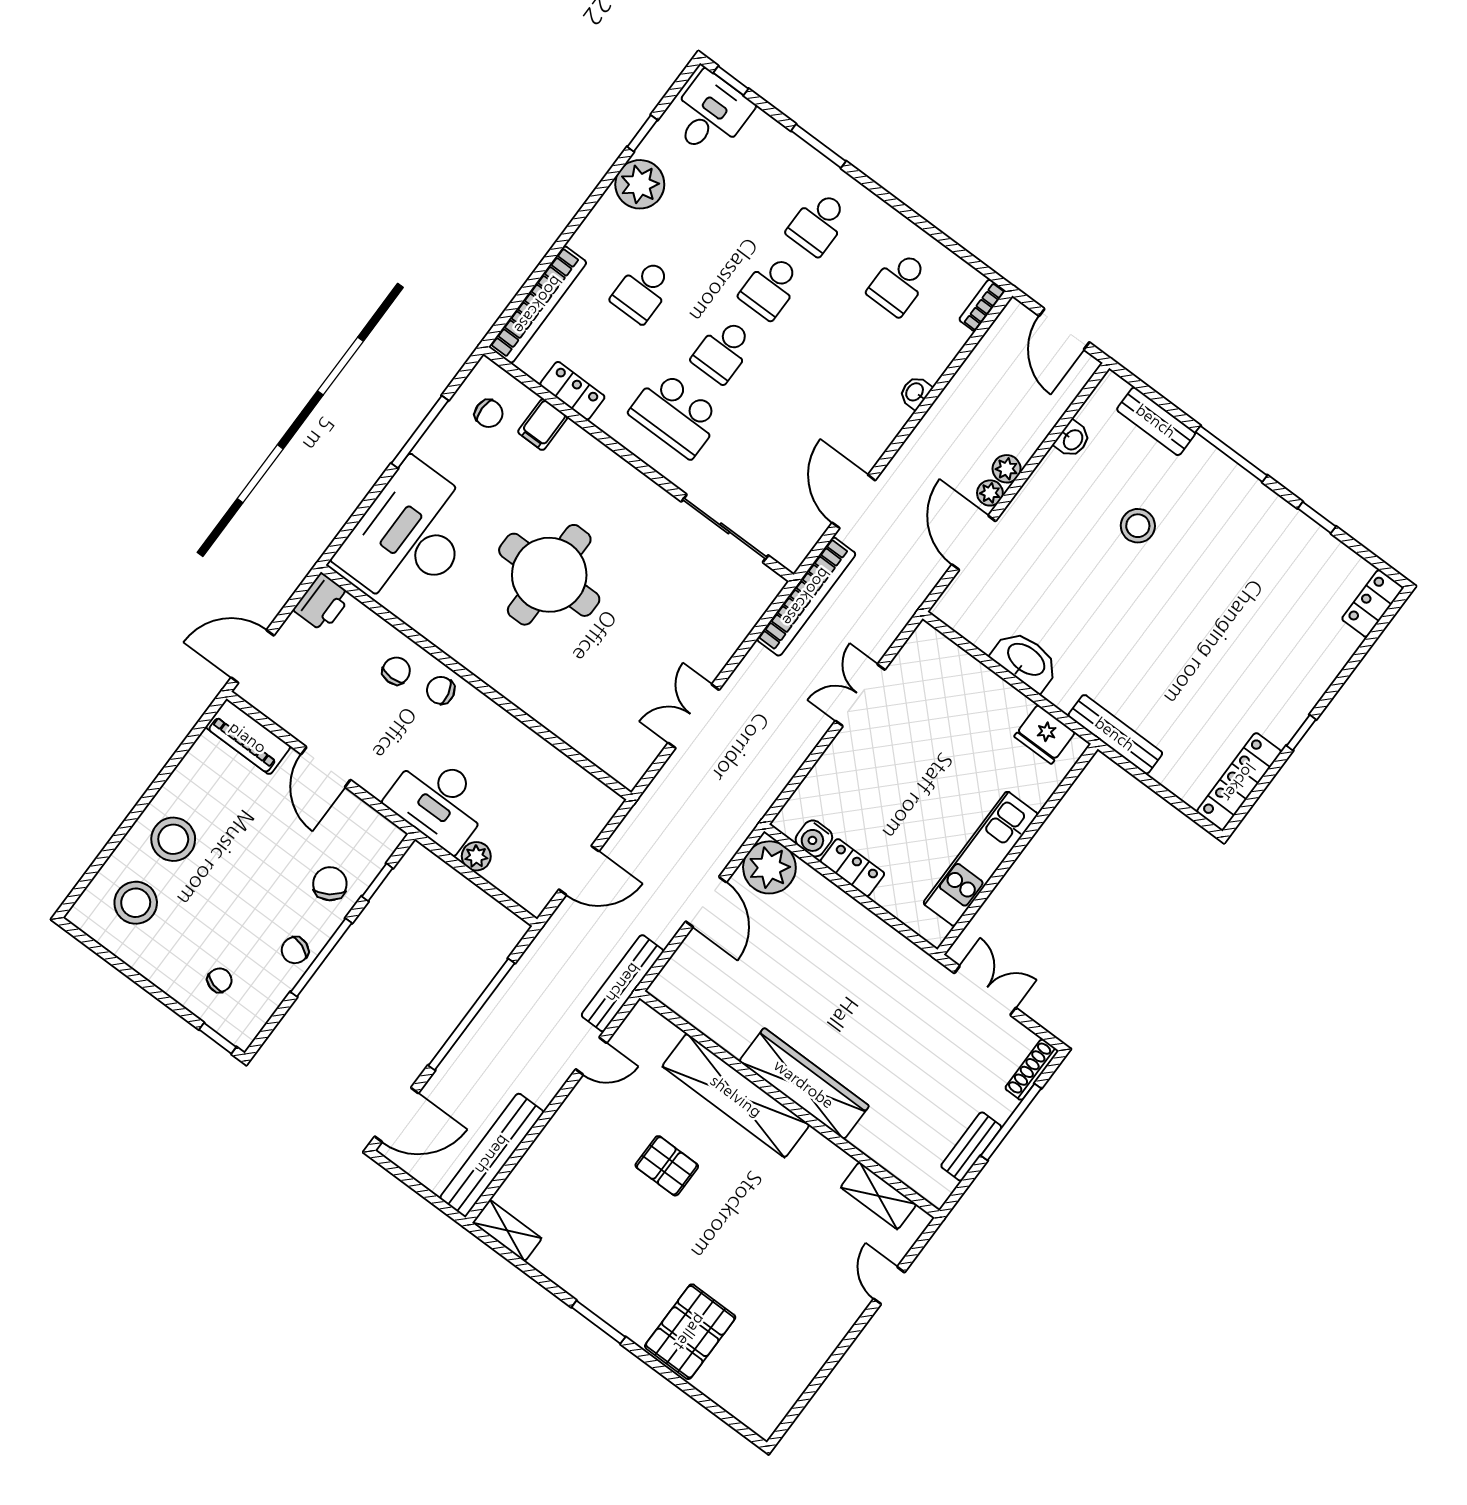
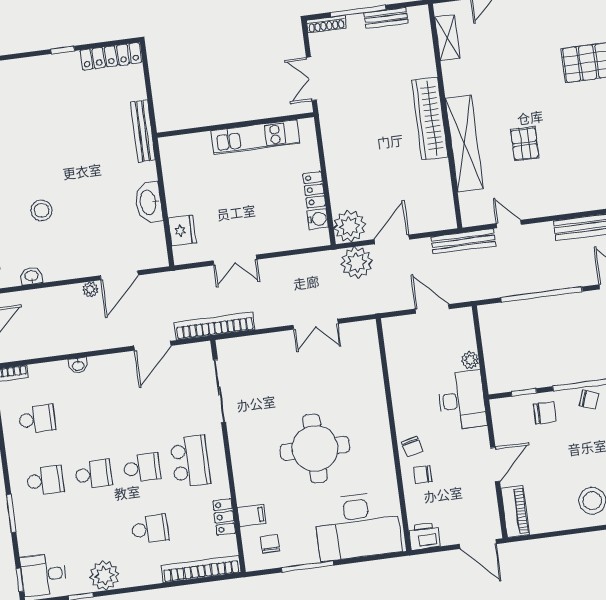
plant: (1007, 469) -> (357, 263), moved, width x1.87, depth x1.87
fridge: (1045, 734) -> (182, 230), moved
chair: (330, 884) -> (545, 413), turned -146

